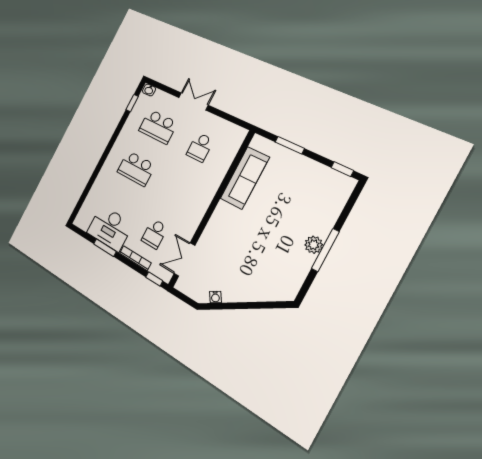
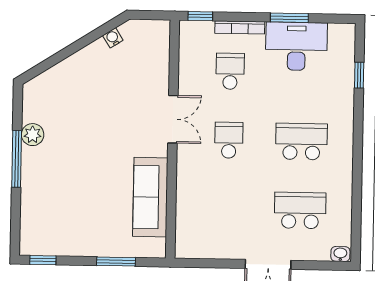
window: (132, 103) -> (359, 75), moved
school desk: (200, 147) -> (229, 140), moved
plant: (314, 245) -> (33, 135), moved
double door: (184, 260) -> (173, 119), moved

